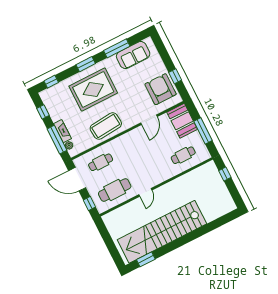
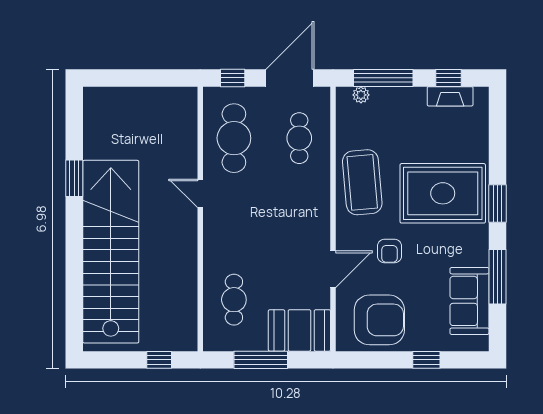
window: (175, 76) -> (426, 360), moved
window: (51, 82) -> (498, 122), removed
rug: (93, 90) -> (443, 193), turned 90
armchair: (129, 100) -> (389, 251), added
door: (149, 120) -> (333, 269), swing flipped
fireplace: (62, 131) -> (450, 96), moved
stairs: (162, 232) -> (111, 252), moved
window: (146, 259) -> (74, 178), moved

